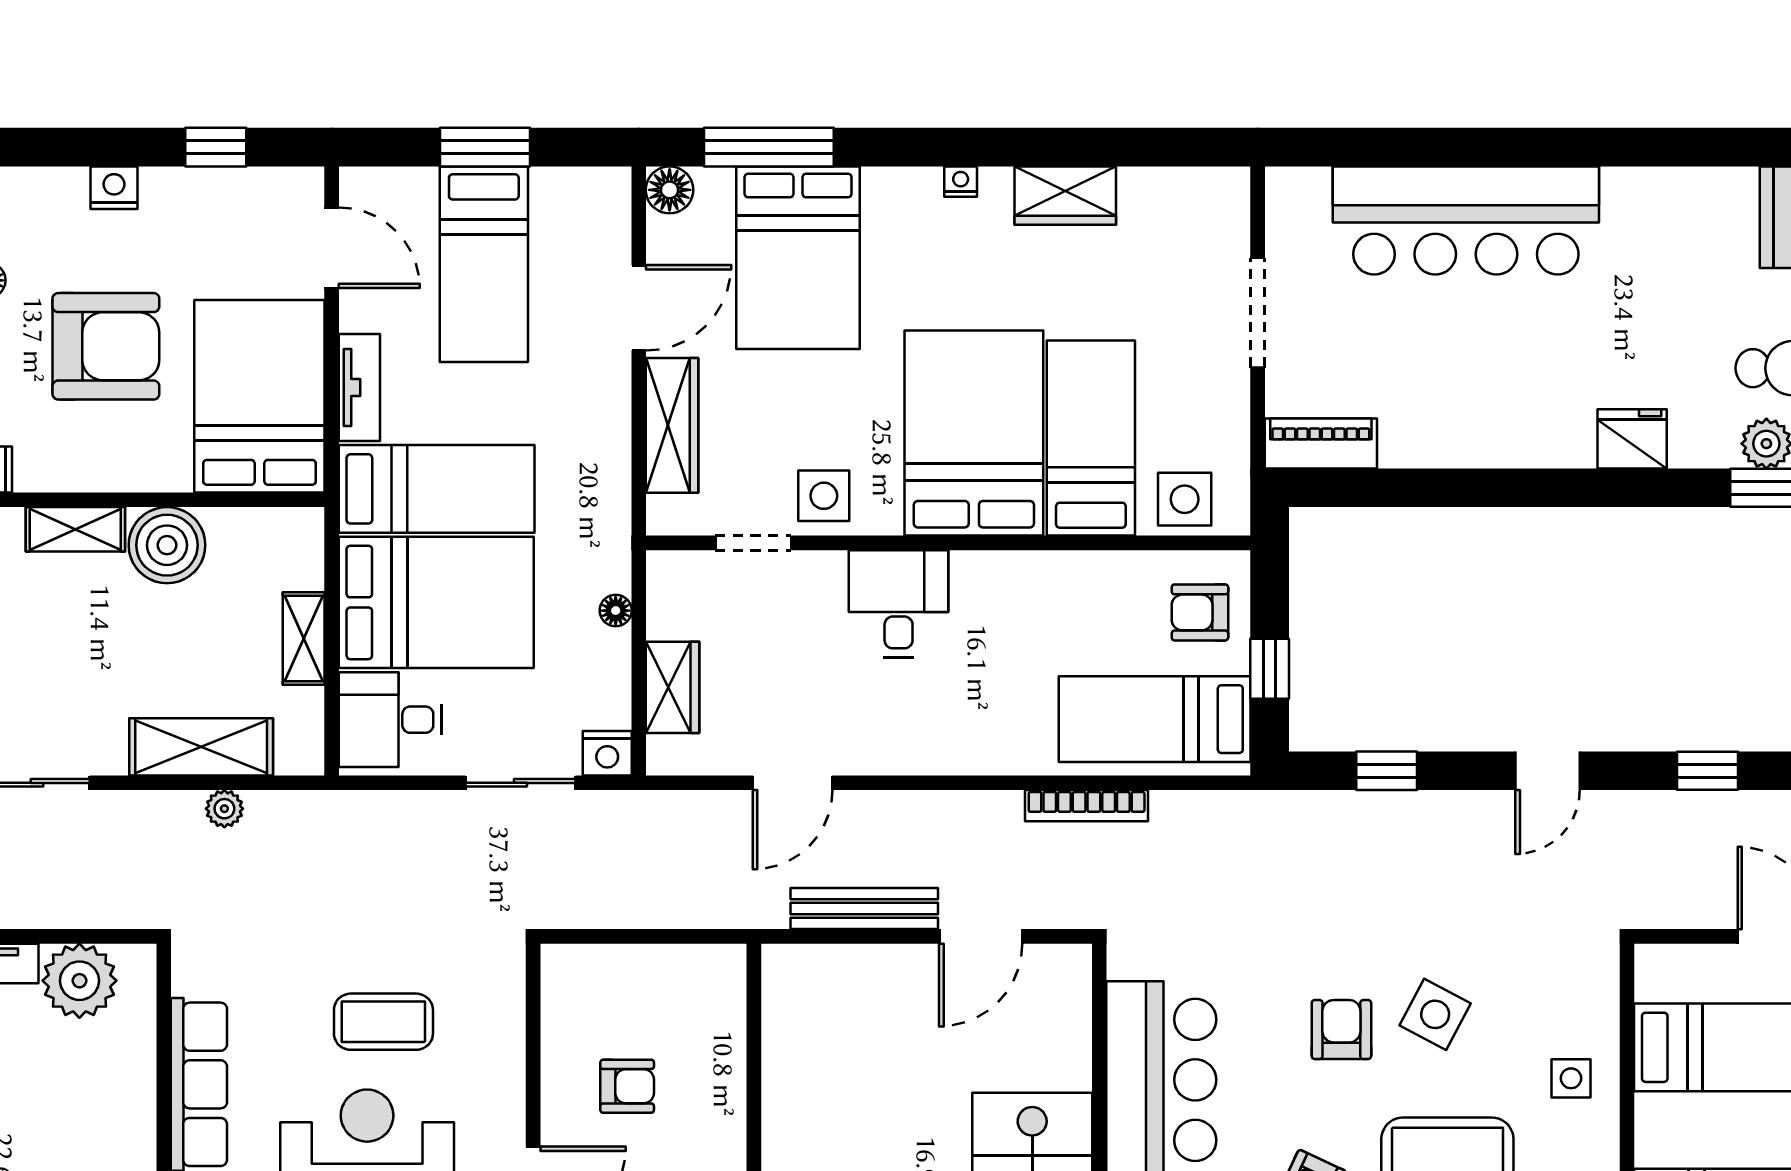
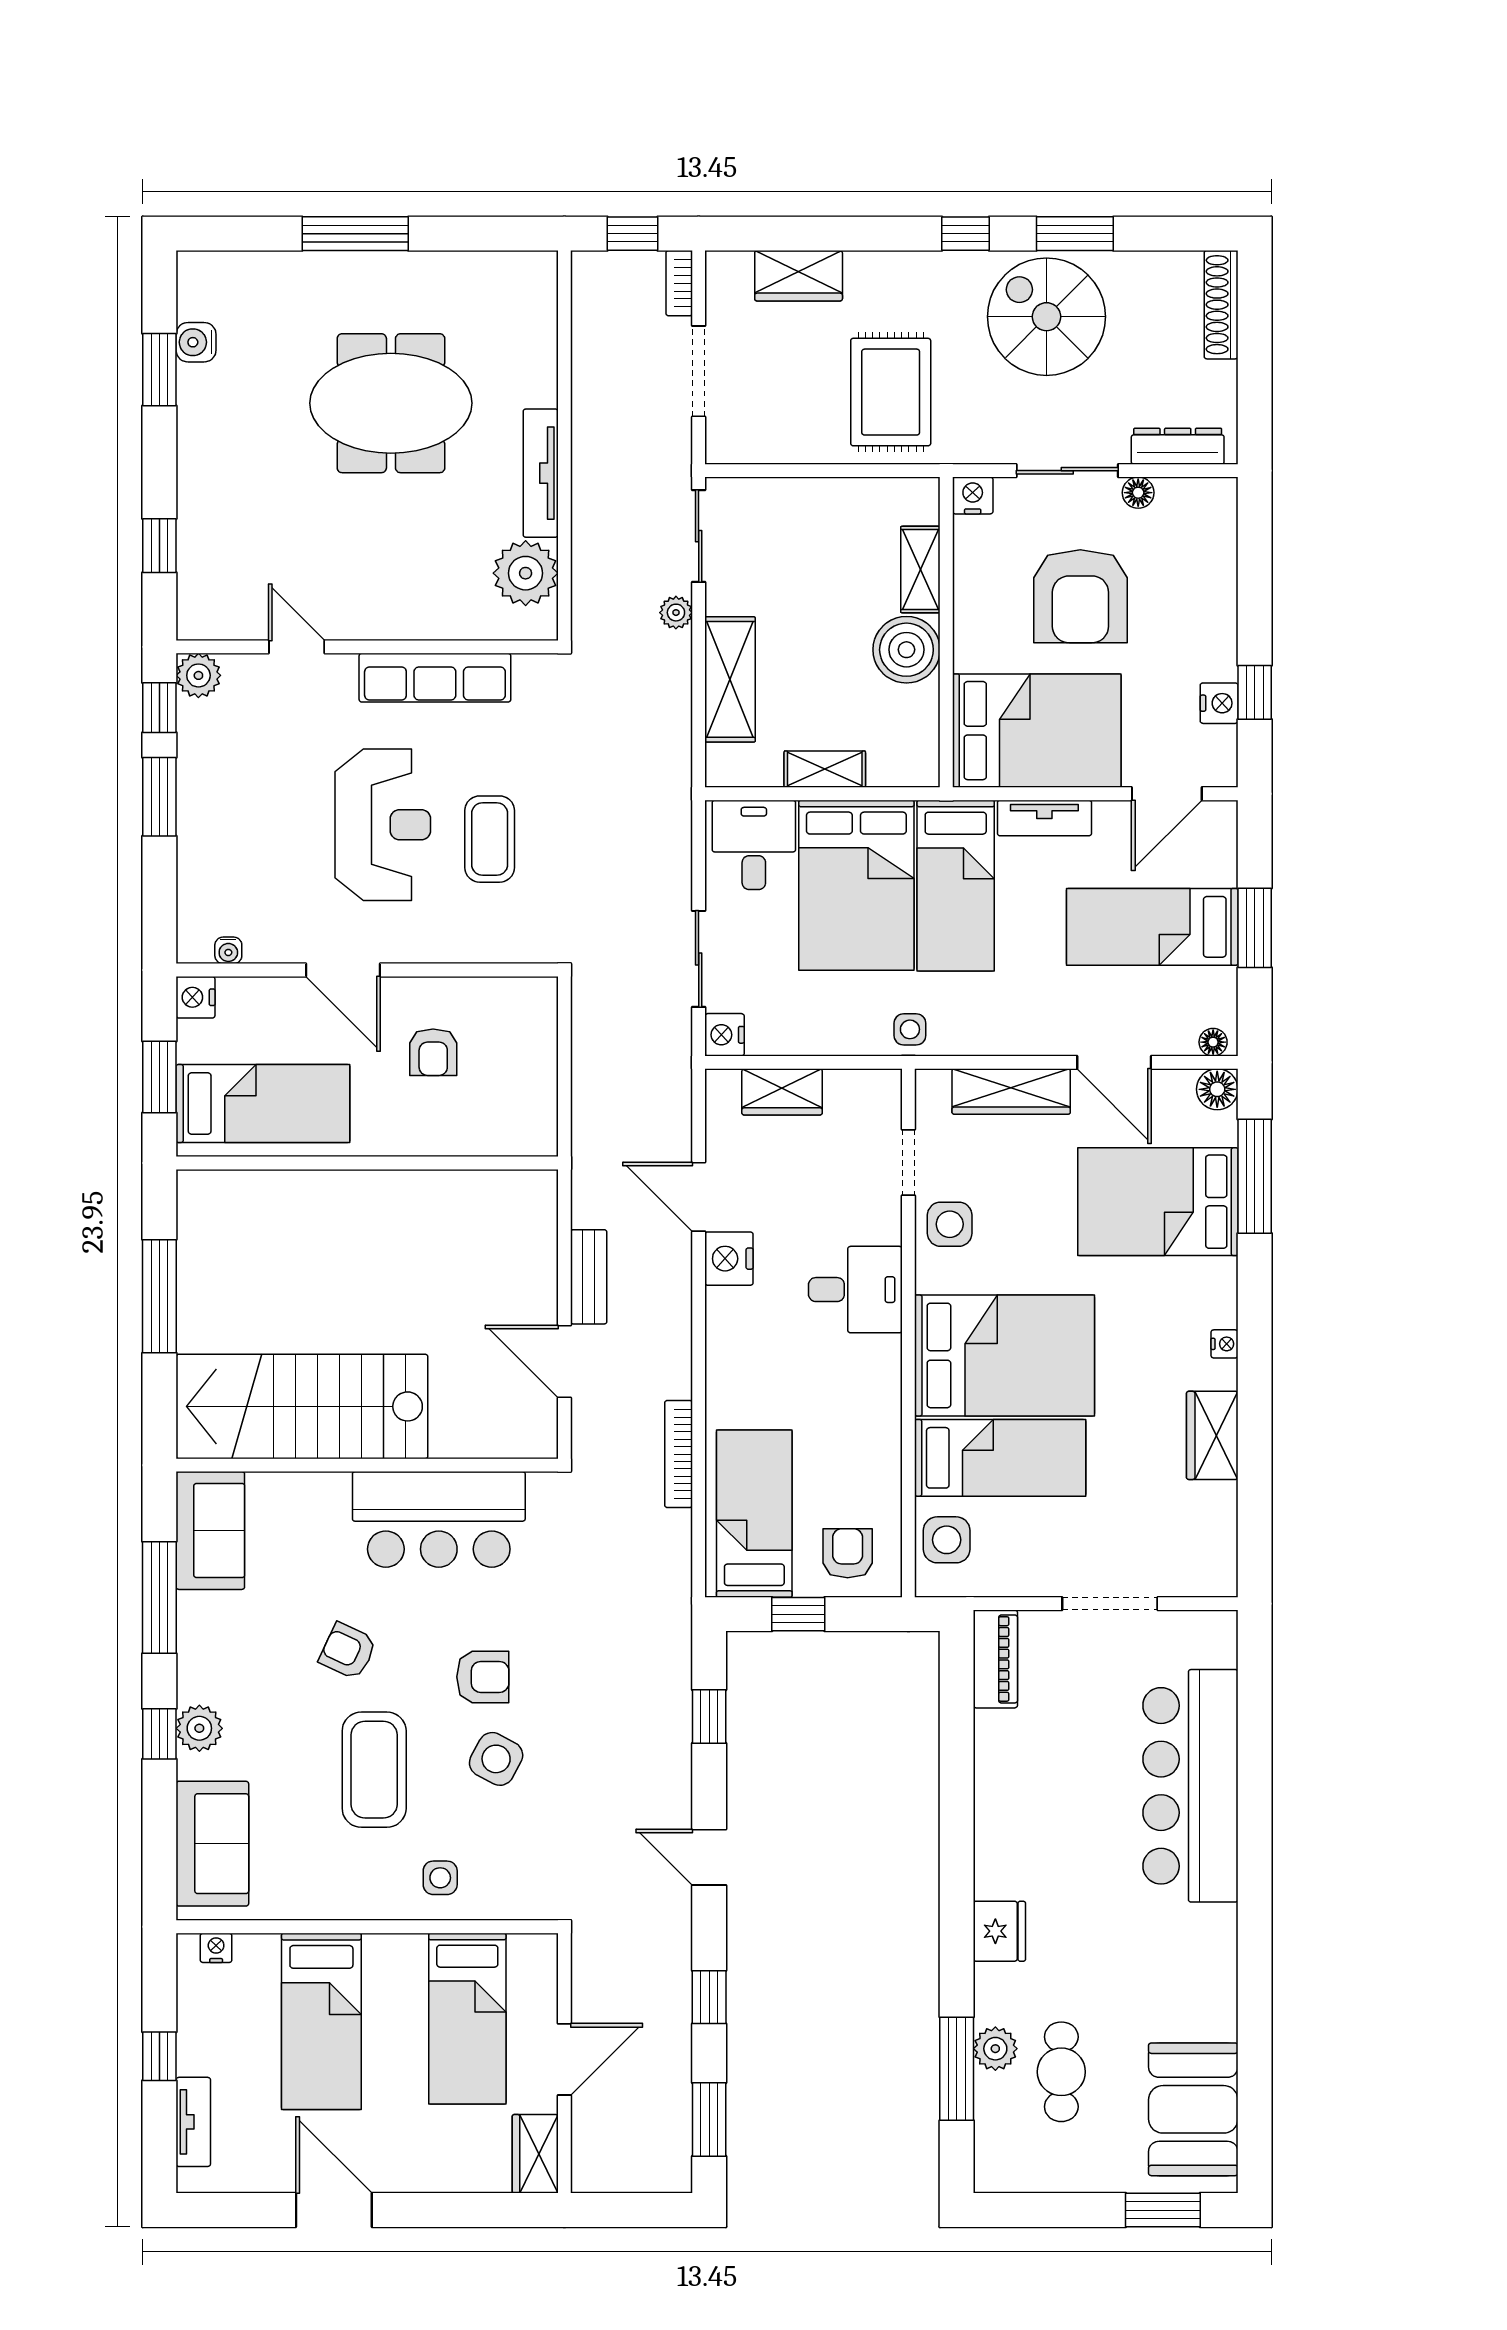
nightstand: (114, 188) -> (1219, 703), moved
side table: (601, 541) -> (910, 1029), added
floor lamp: (616, 611) -> (1213, 1042), moved
nightstand: (863, 748) -> (729, 1259), added
plant: (224, 809) -> (676, 613), moved
bench: (864, 909) -> (589, 1277), width x0.73

